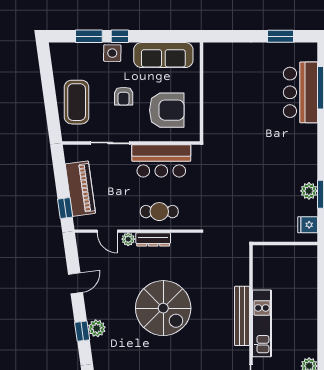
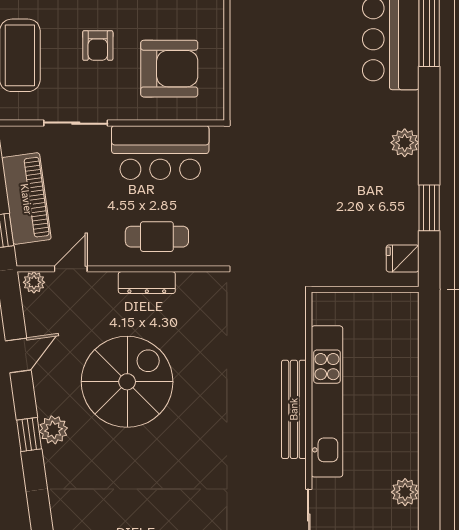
plant: (309, 191) -> (405, 143), moved
door: (107, 231) -> (71, 269), swing flipped
plant: (128, 239) -> (34, 282), moved
spiral stairs: (163, 308) -> (127, 382), moved, turned -90
kitchen unit: (262, 323) -> (327, 401), width x1.36

